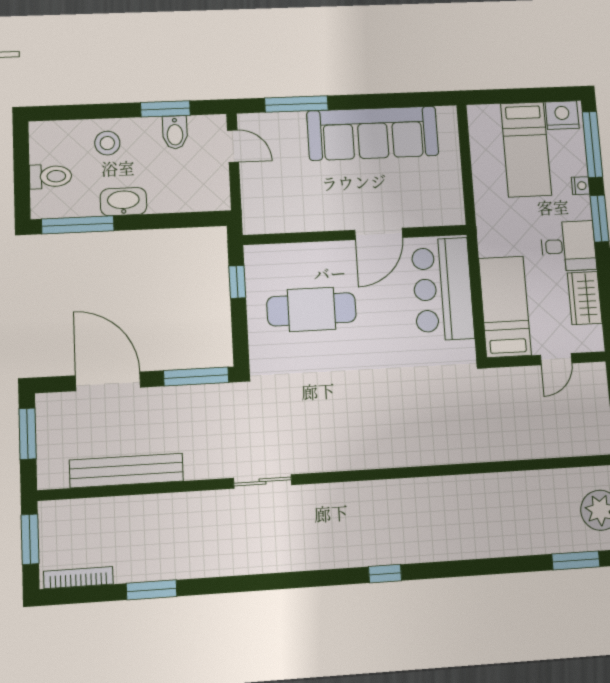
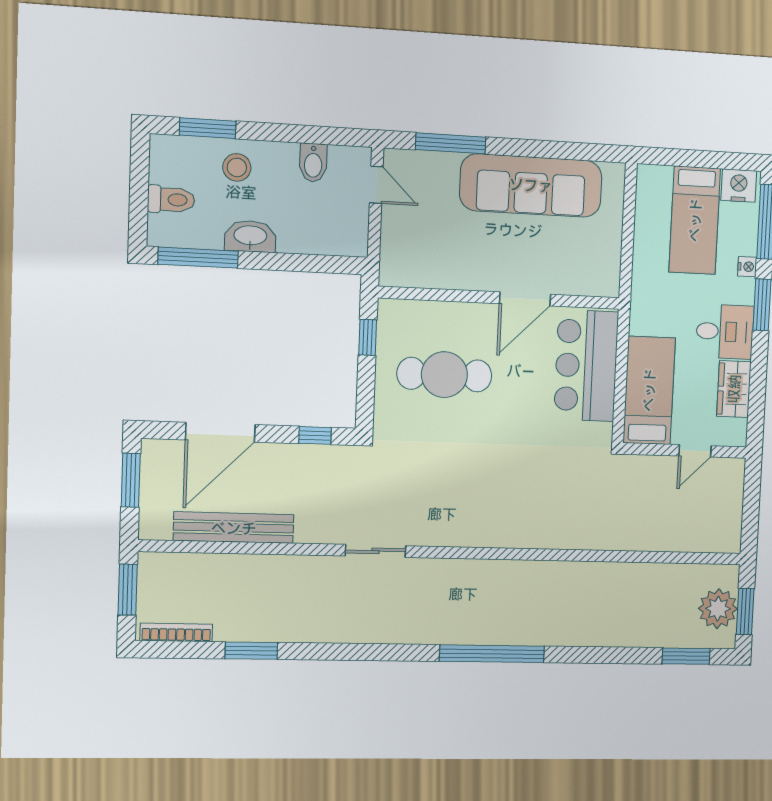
window: (165, 109) -> (208, 128), moved
window: (196, 377) -> (315, 435), width x0.46
door: (108, 381) -> (220, 432), swing flipped
window: (385, 574) -> (492, 654), width x3.17

